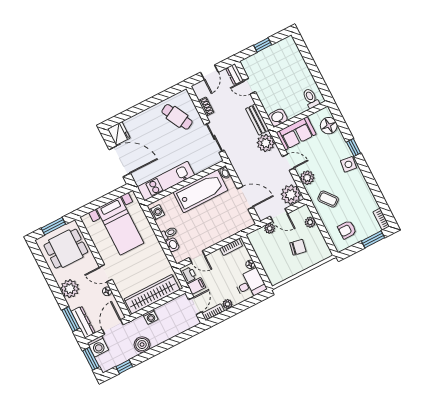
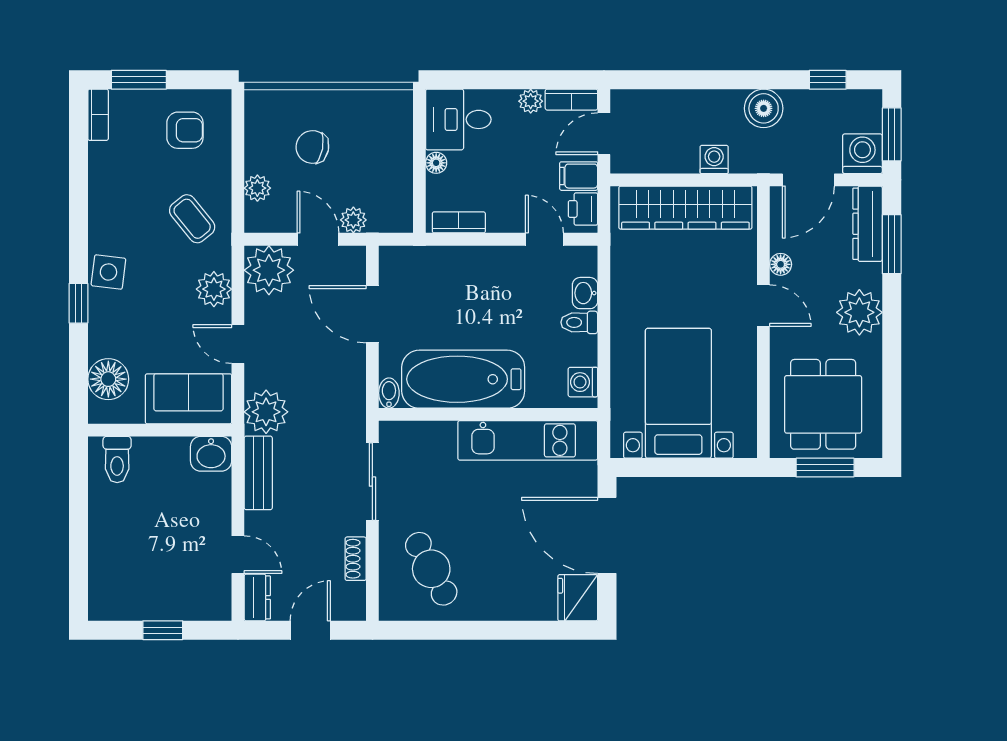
dining table: (66, 249) -> (823, 404), turned 90

